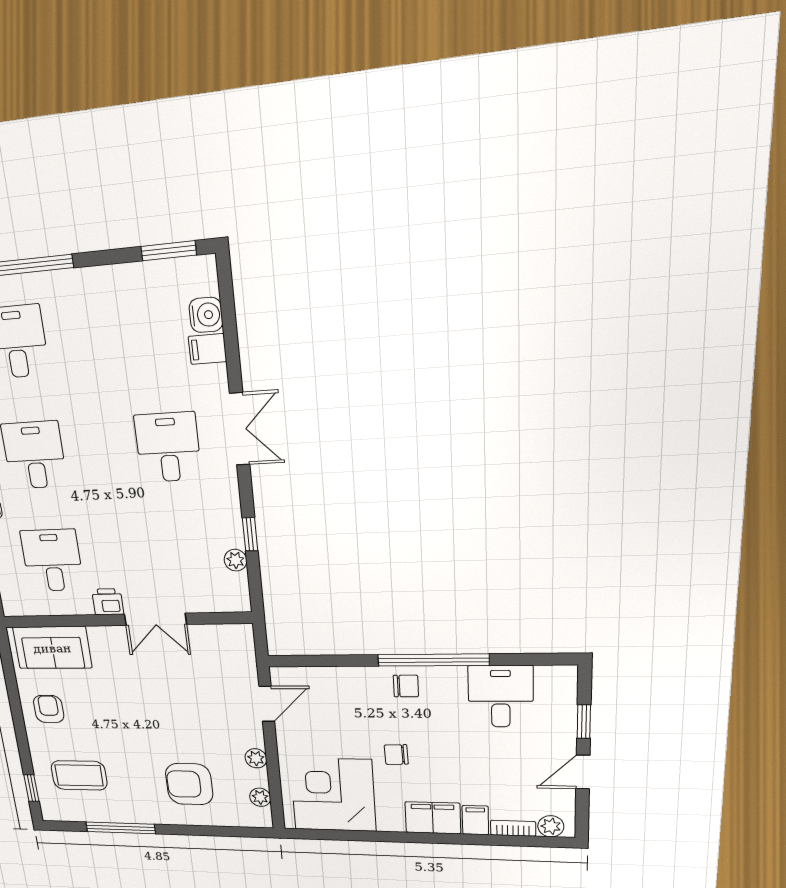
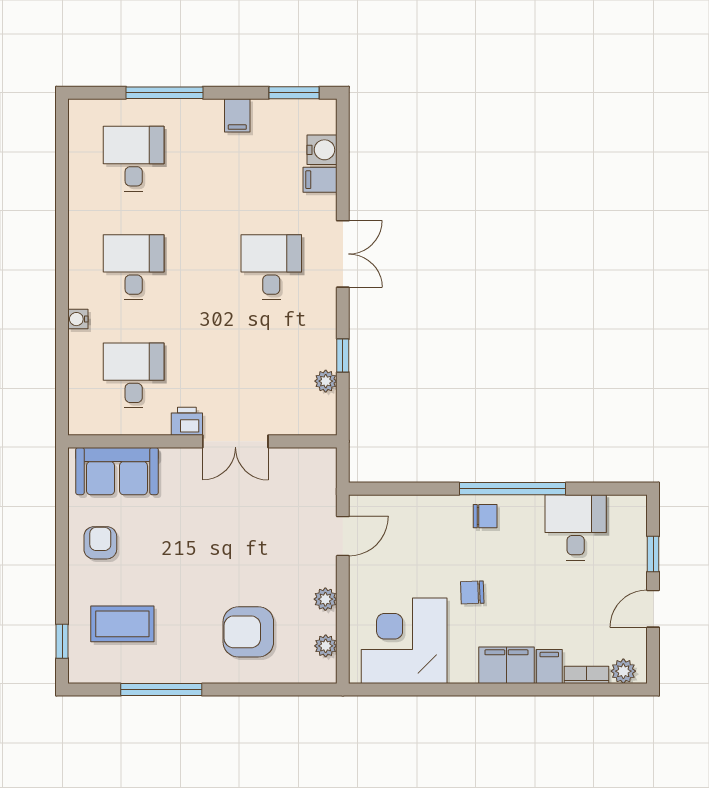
filing cabinet: (112, 284) -> (237, 115), added

